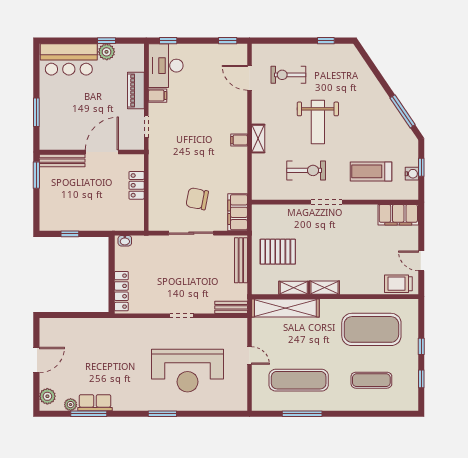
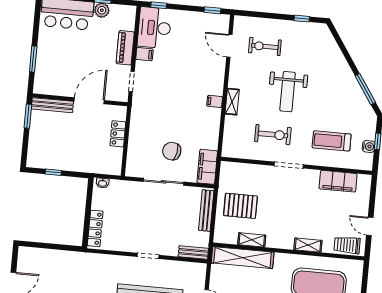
filing cabinet: (398, 215) -> (338, 181), moved
shelving: (324, 288) -> (308, 245), moved

